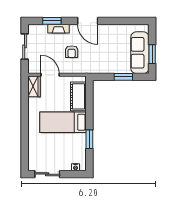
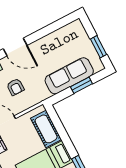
sofa: (140, 53) -> (69, 76), moved, turned 90

